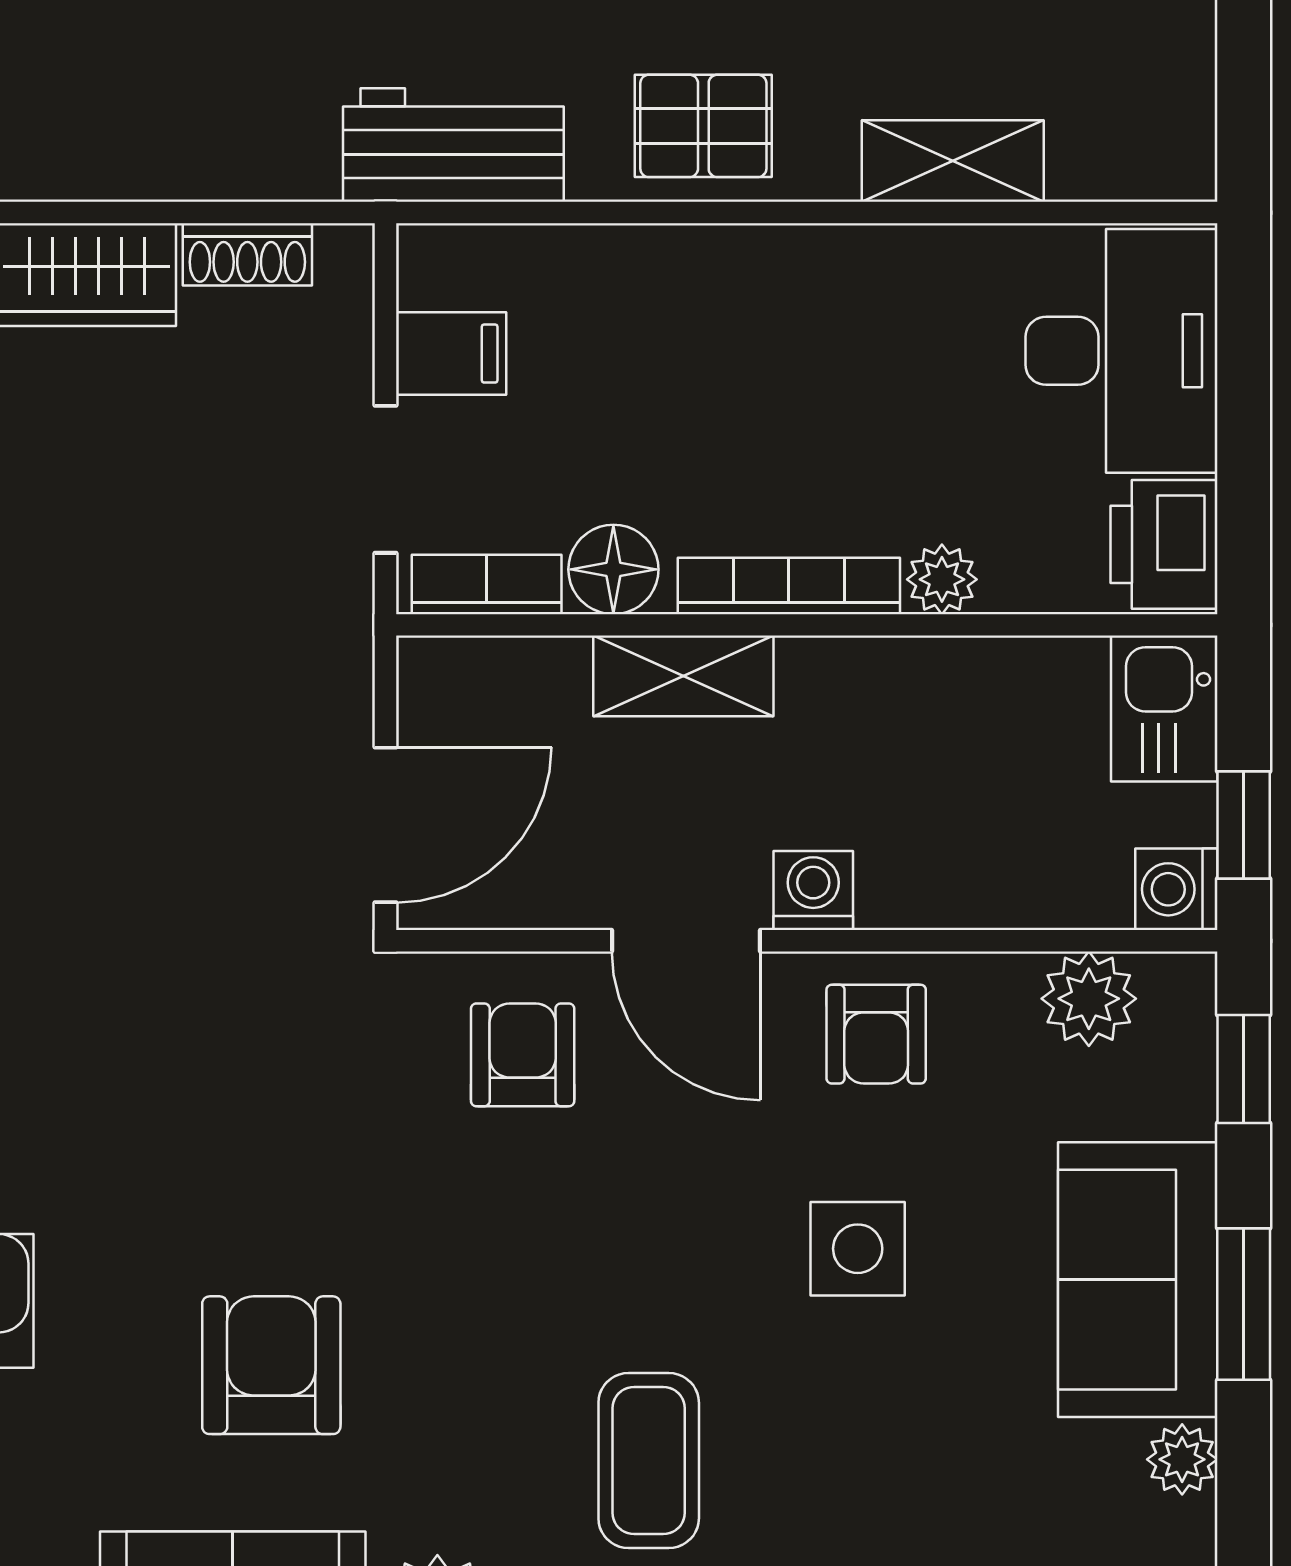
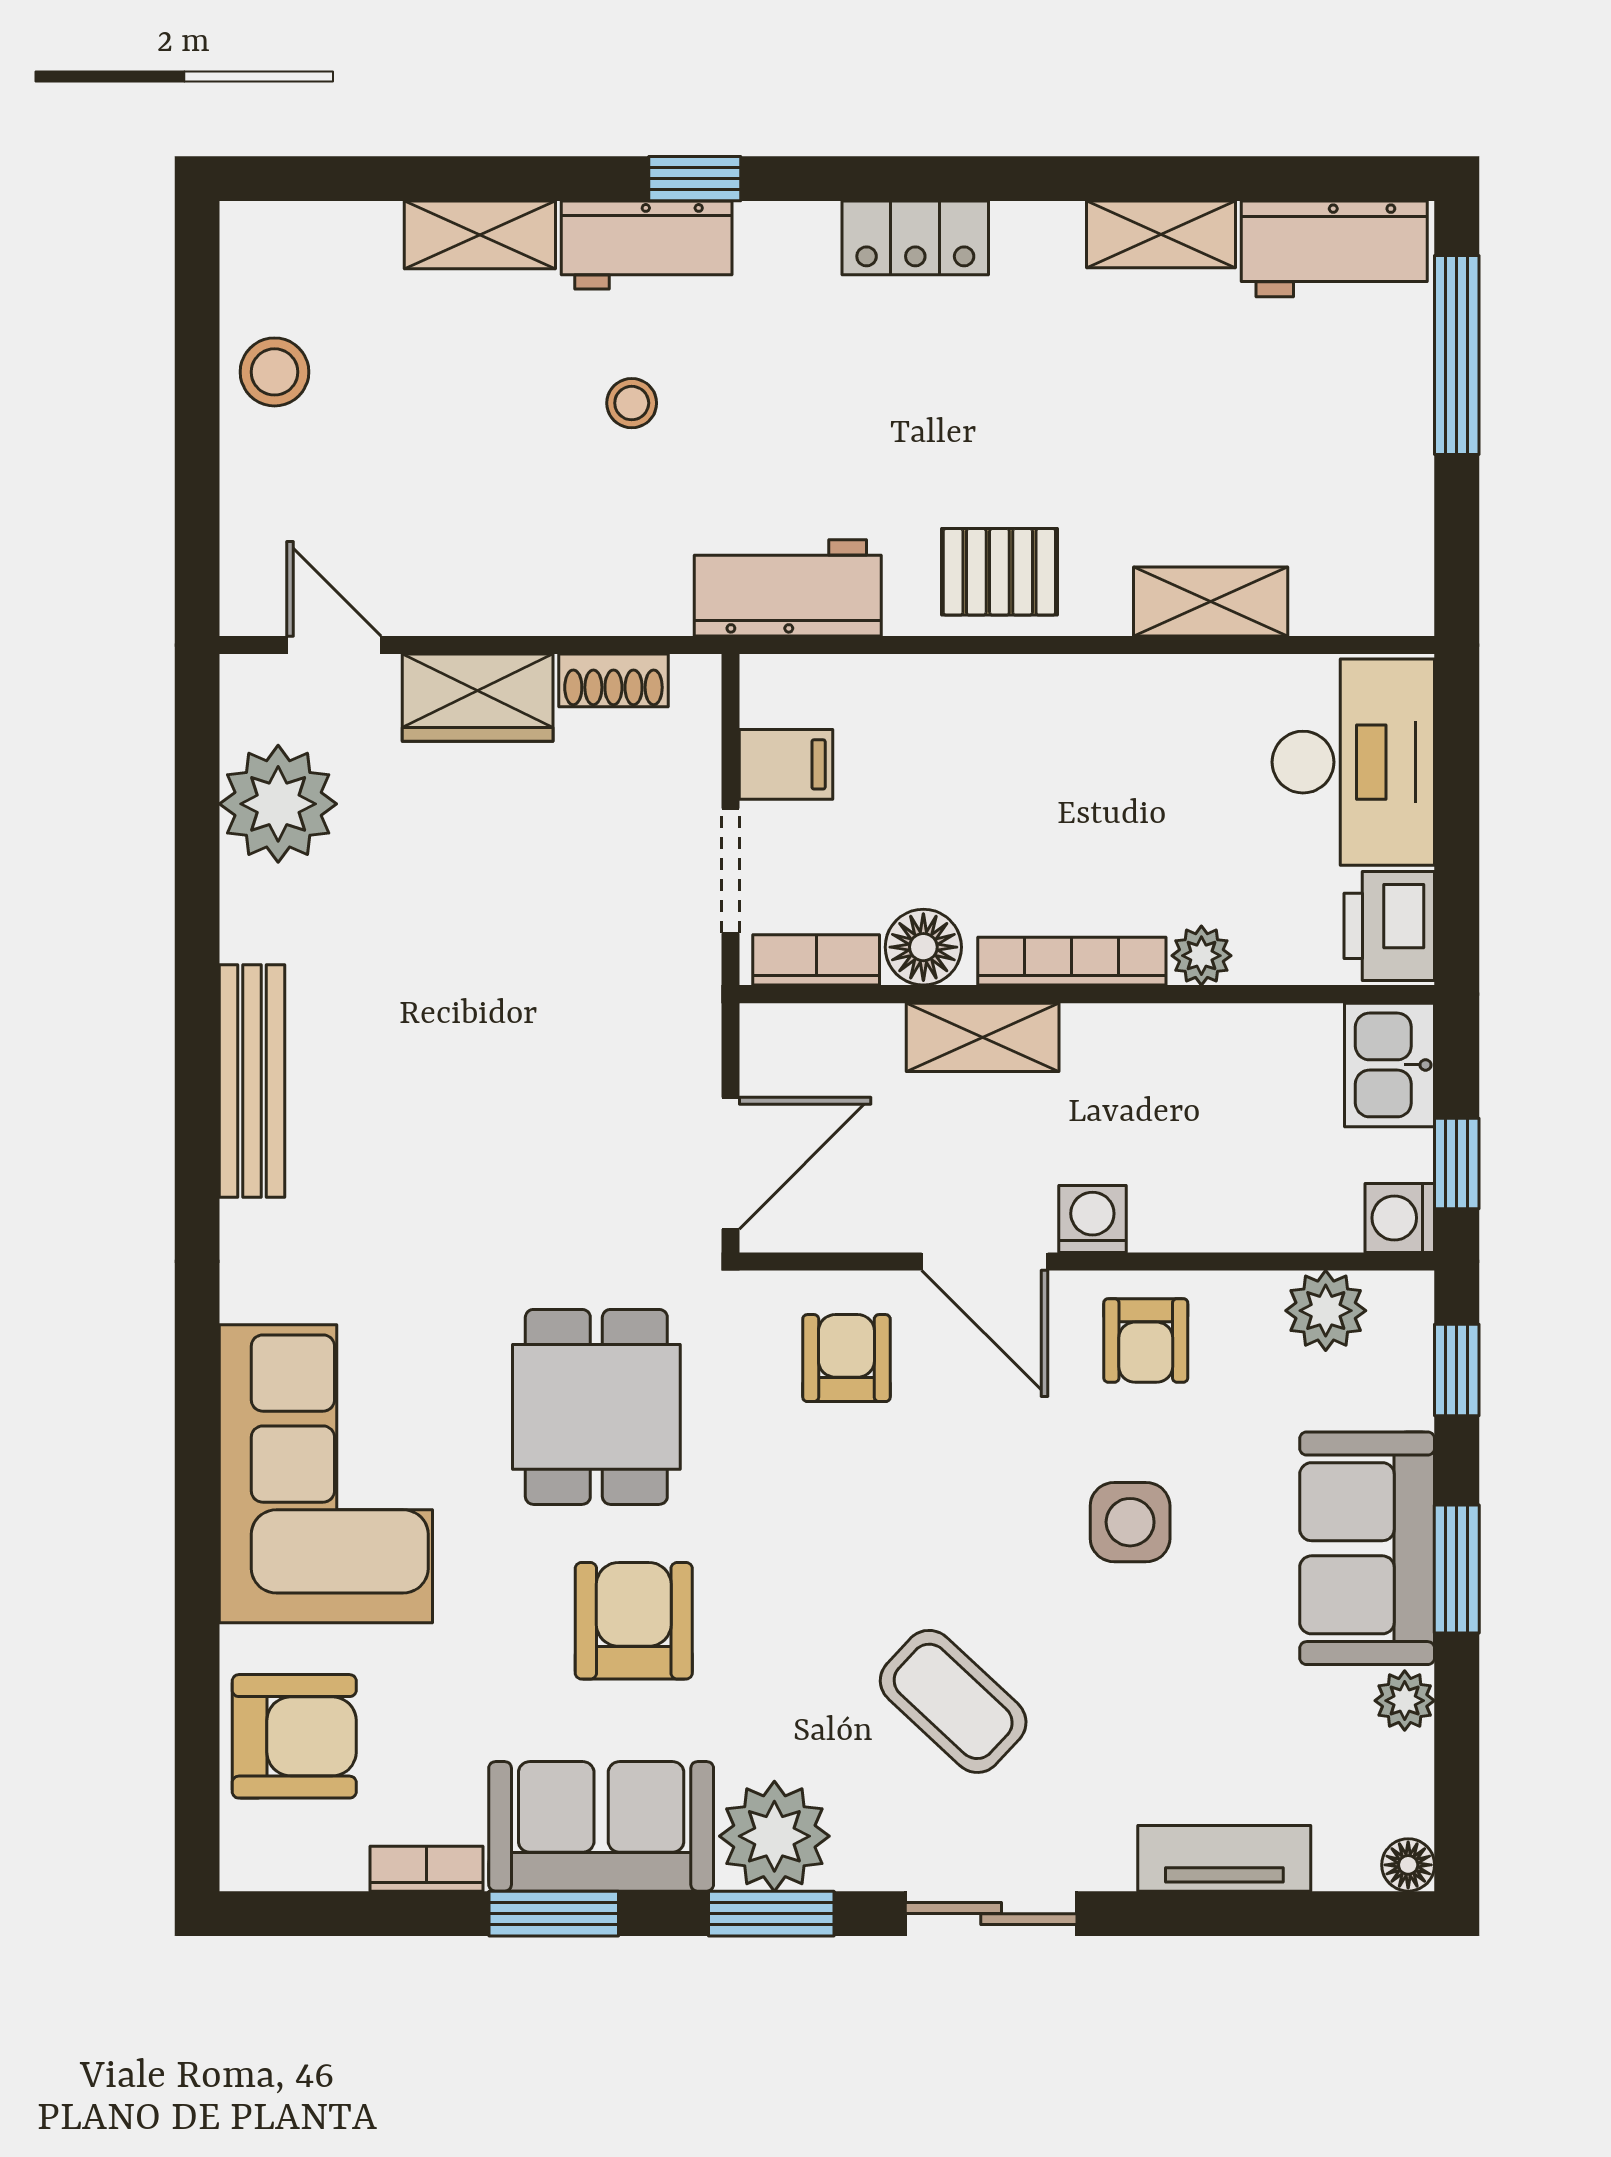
dining table: (227, 1113) -> (596, 1407), added
coffee table: (649, 1461) -> (953, 1701), turned -47

